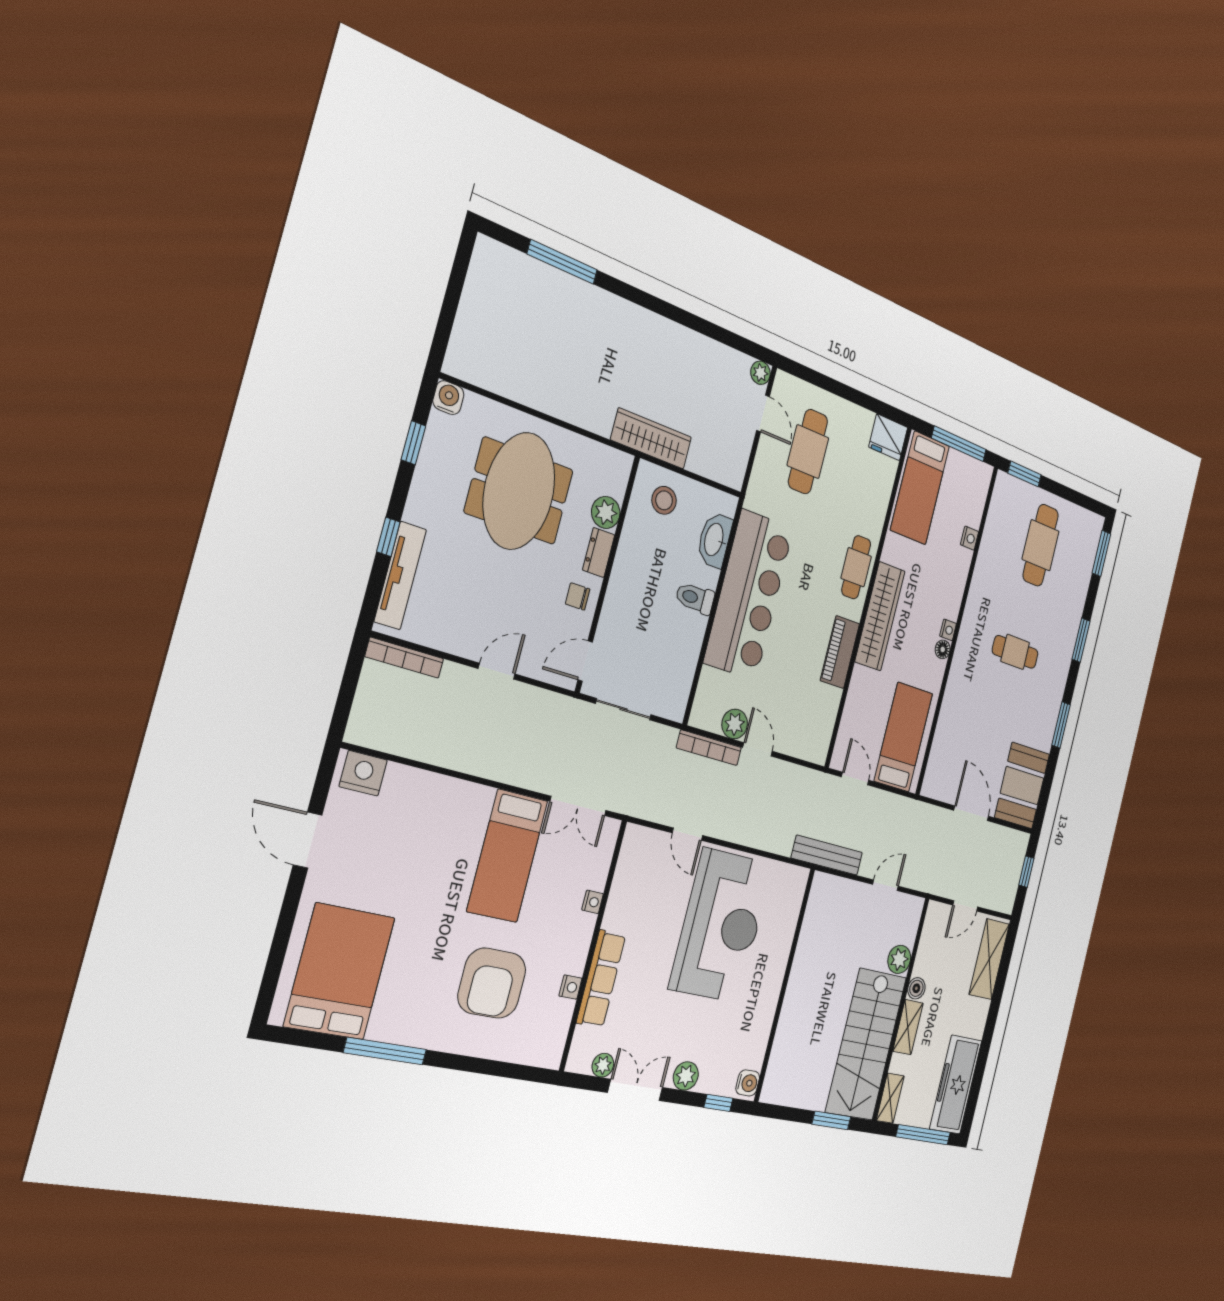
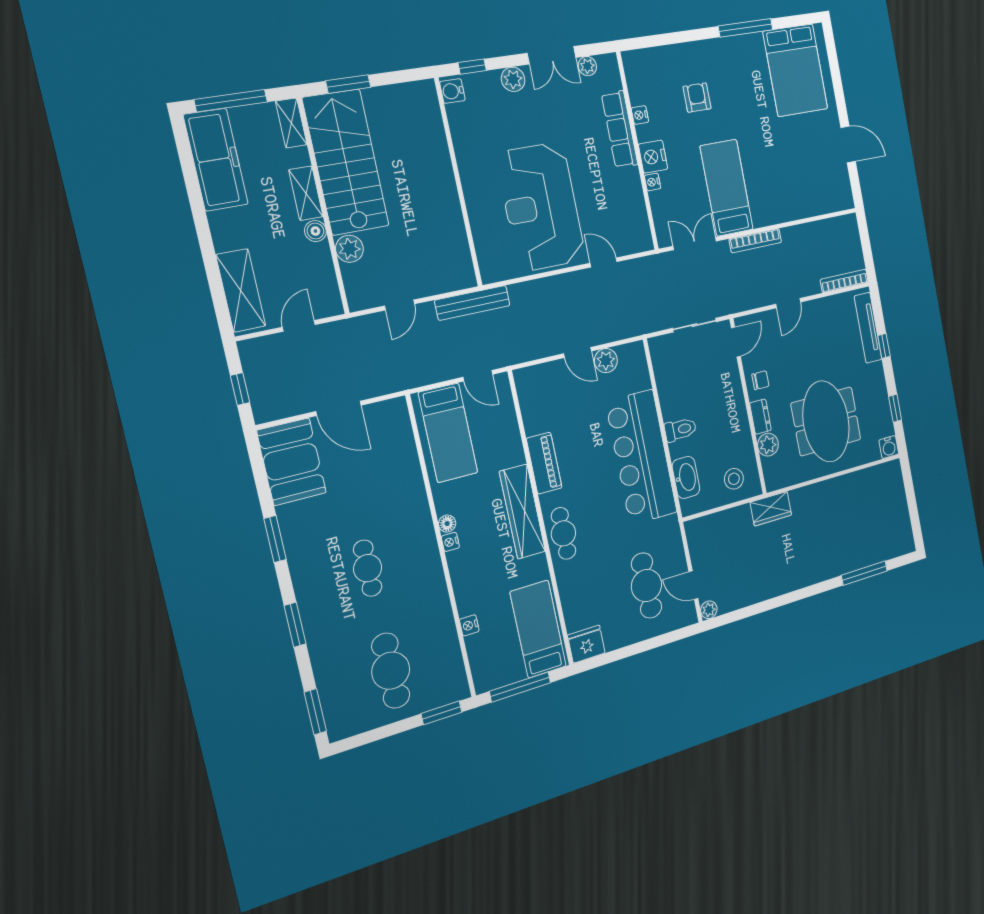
wardrobe: (651, 438) -> (771, 509), width x0.67
cafe table: (1015, 652) -> (368, 568), turned 90
bookcase: (709, 748) -> (755, 241), moved, turned 180
nightstand: (363, 773) -> (653, 157), moved, turned 90
armchair: (492, 983) -> (697, 98), width x0.53, depth x0.53

